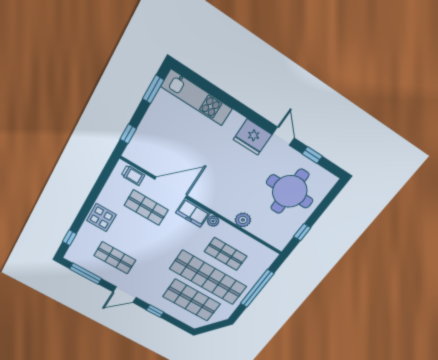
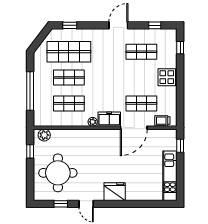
window: (153, 89) -> (180, 182), removed
kitchen unit: (197, 98) -> (170, 176), moved, turned -90
fridge: (253, 137) -> (115, 192), moved
plant: (243, 220) -> (44, 135), moved
window: (86, 274) -> (155, 25), width x0.46
shop shelf: (208, 278) -> (69, 78), width x0.50, depth x0.74
window: (155, 311) -> (70, 25), moved

